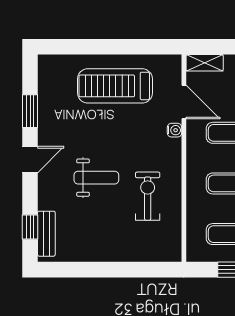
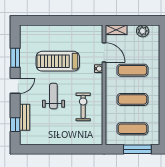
treadmill: (115, 86) -> (58, 61), moved
weight bench: (96, 178) -> (53, 96), turned -90
bench: (46, 234) -> (25, 117), moved

